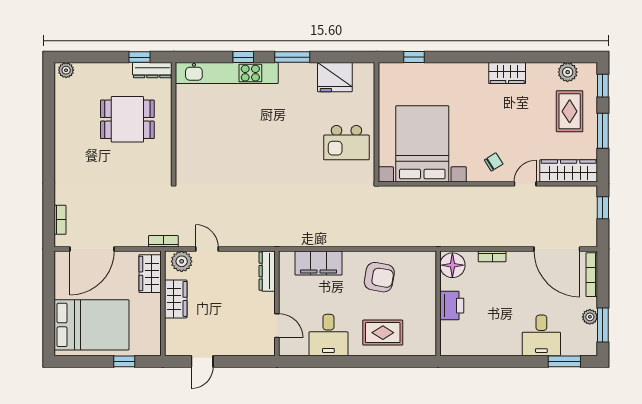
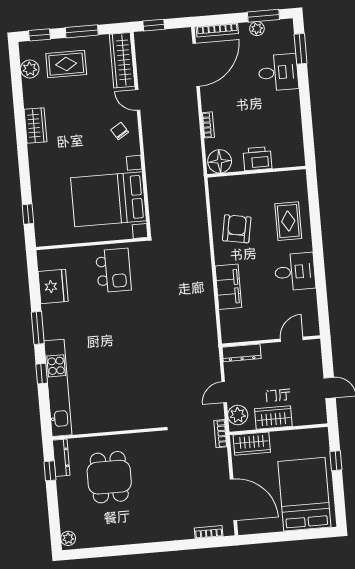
dresser: (267, 271) -> (242, 353), moved
wall: (277, 303) -> (271, 341), moved
door: (277, 326) -> (292, 339), moved

